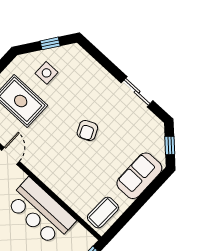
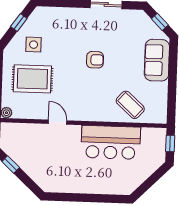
armchair: (87, 130) -> (95, 60), turned -66
coffee table: (103, 213) -> (130, 105), moved, turned -50

